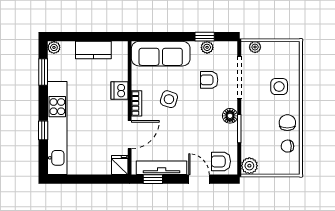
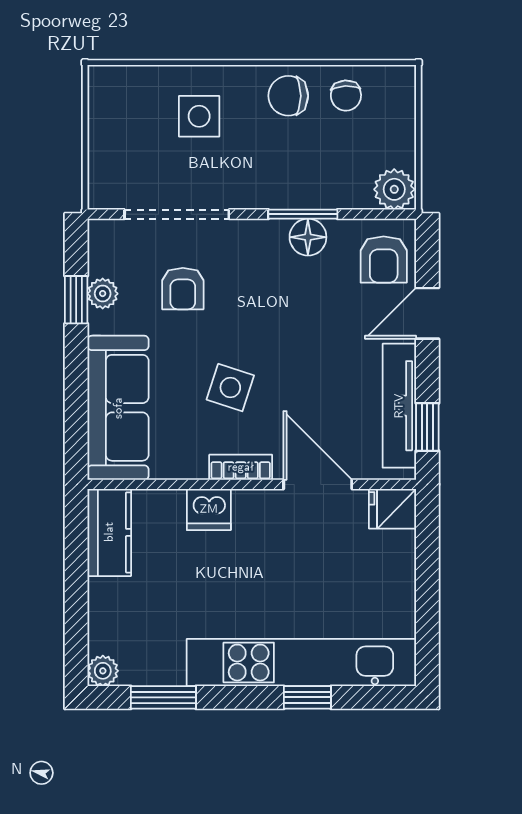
plant: (255, 47) -> (102, 175), removed
kitchen counter: (93, 50) -> (109, 532), moved
floor lamp: (230, 116) -> (308, 237), moved

